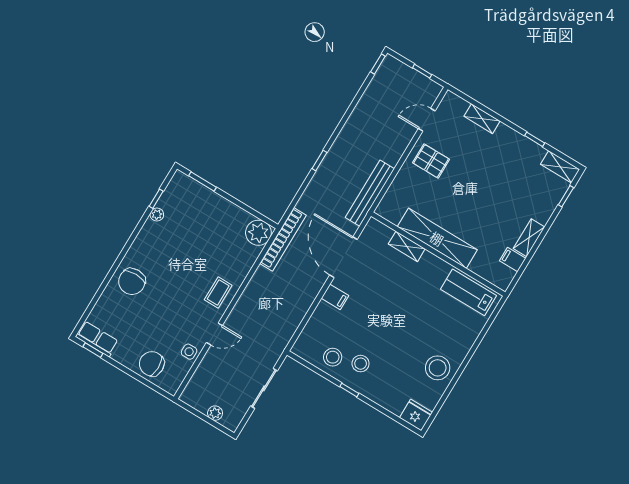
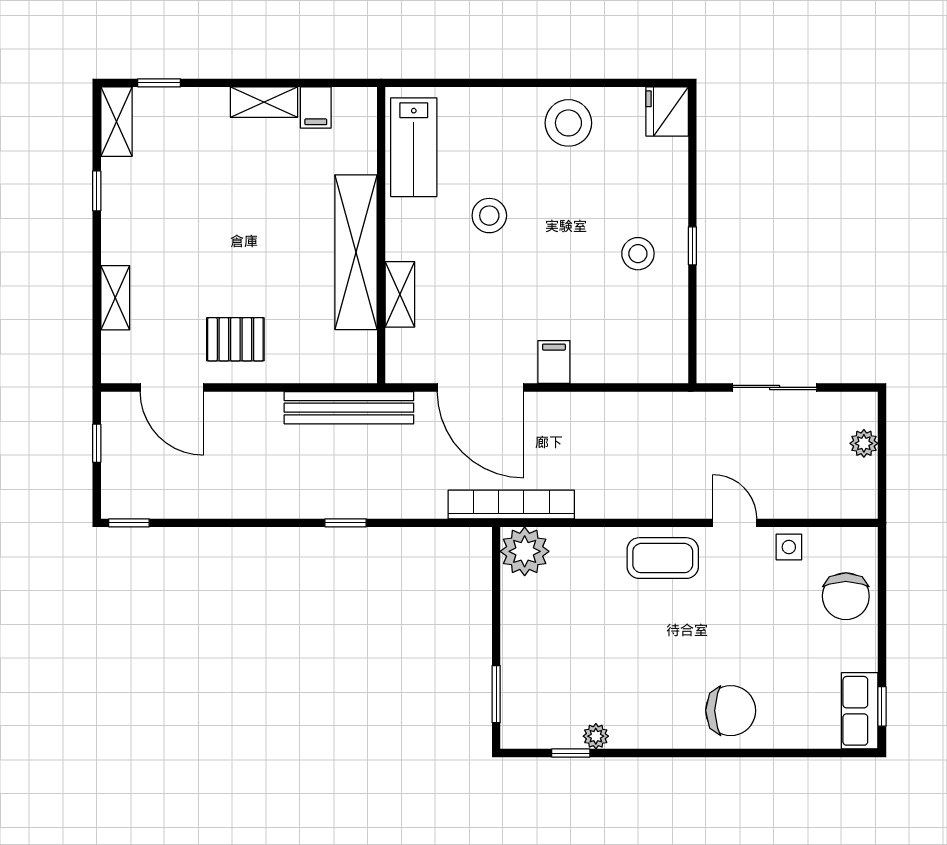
door: (427, 120) -> (172, 387), width x1.38
pallet: (431, 161) -> (235, 339), turned 90
door: (343, 257) -> (480, 387), hinge flipped
coffee table: (218, 292) -> (663, 558), width x1.36, depth x1.30
stool: (333, 357) -> (489, 216), moved

